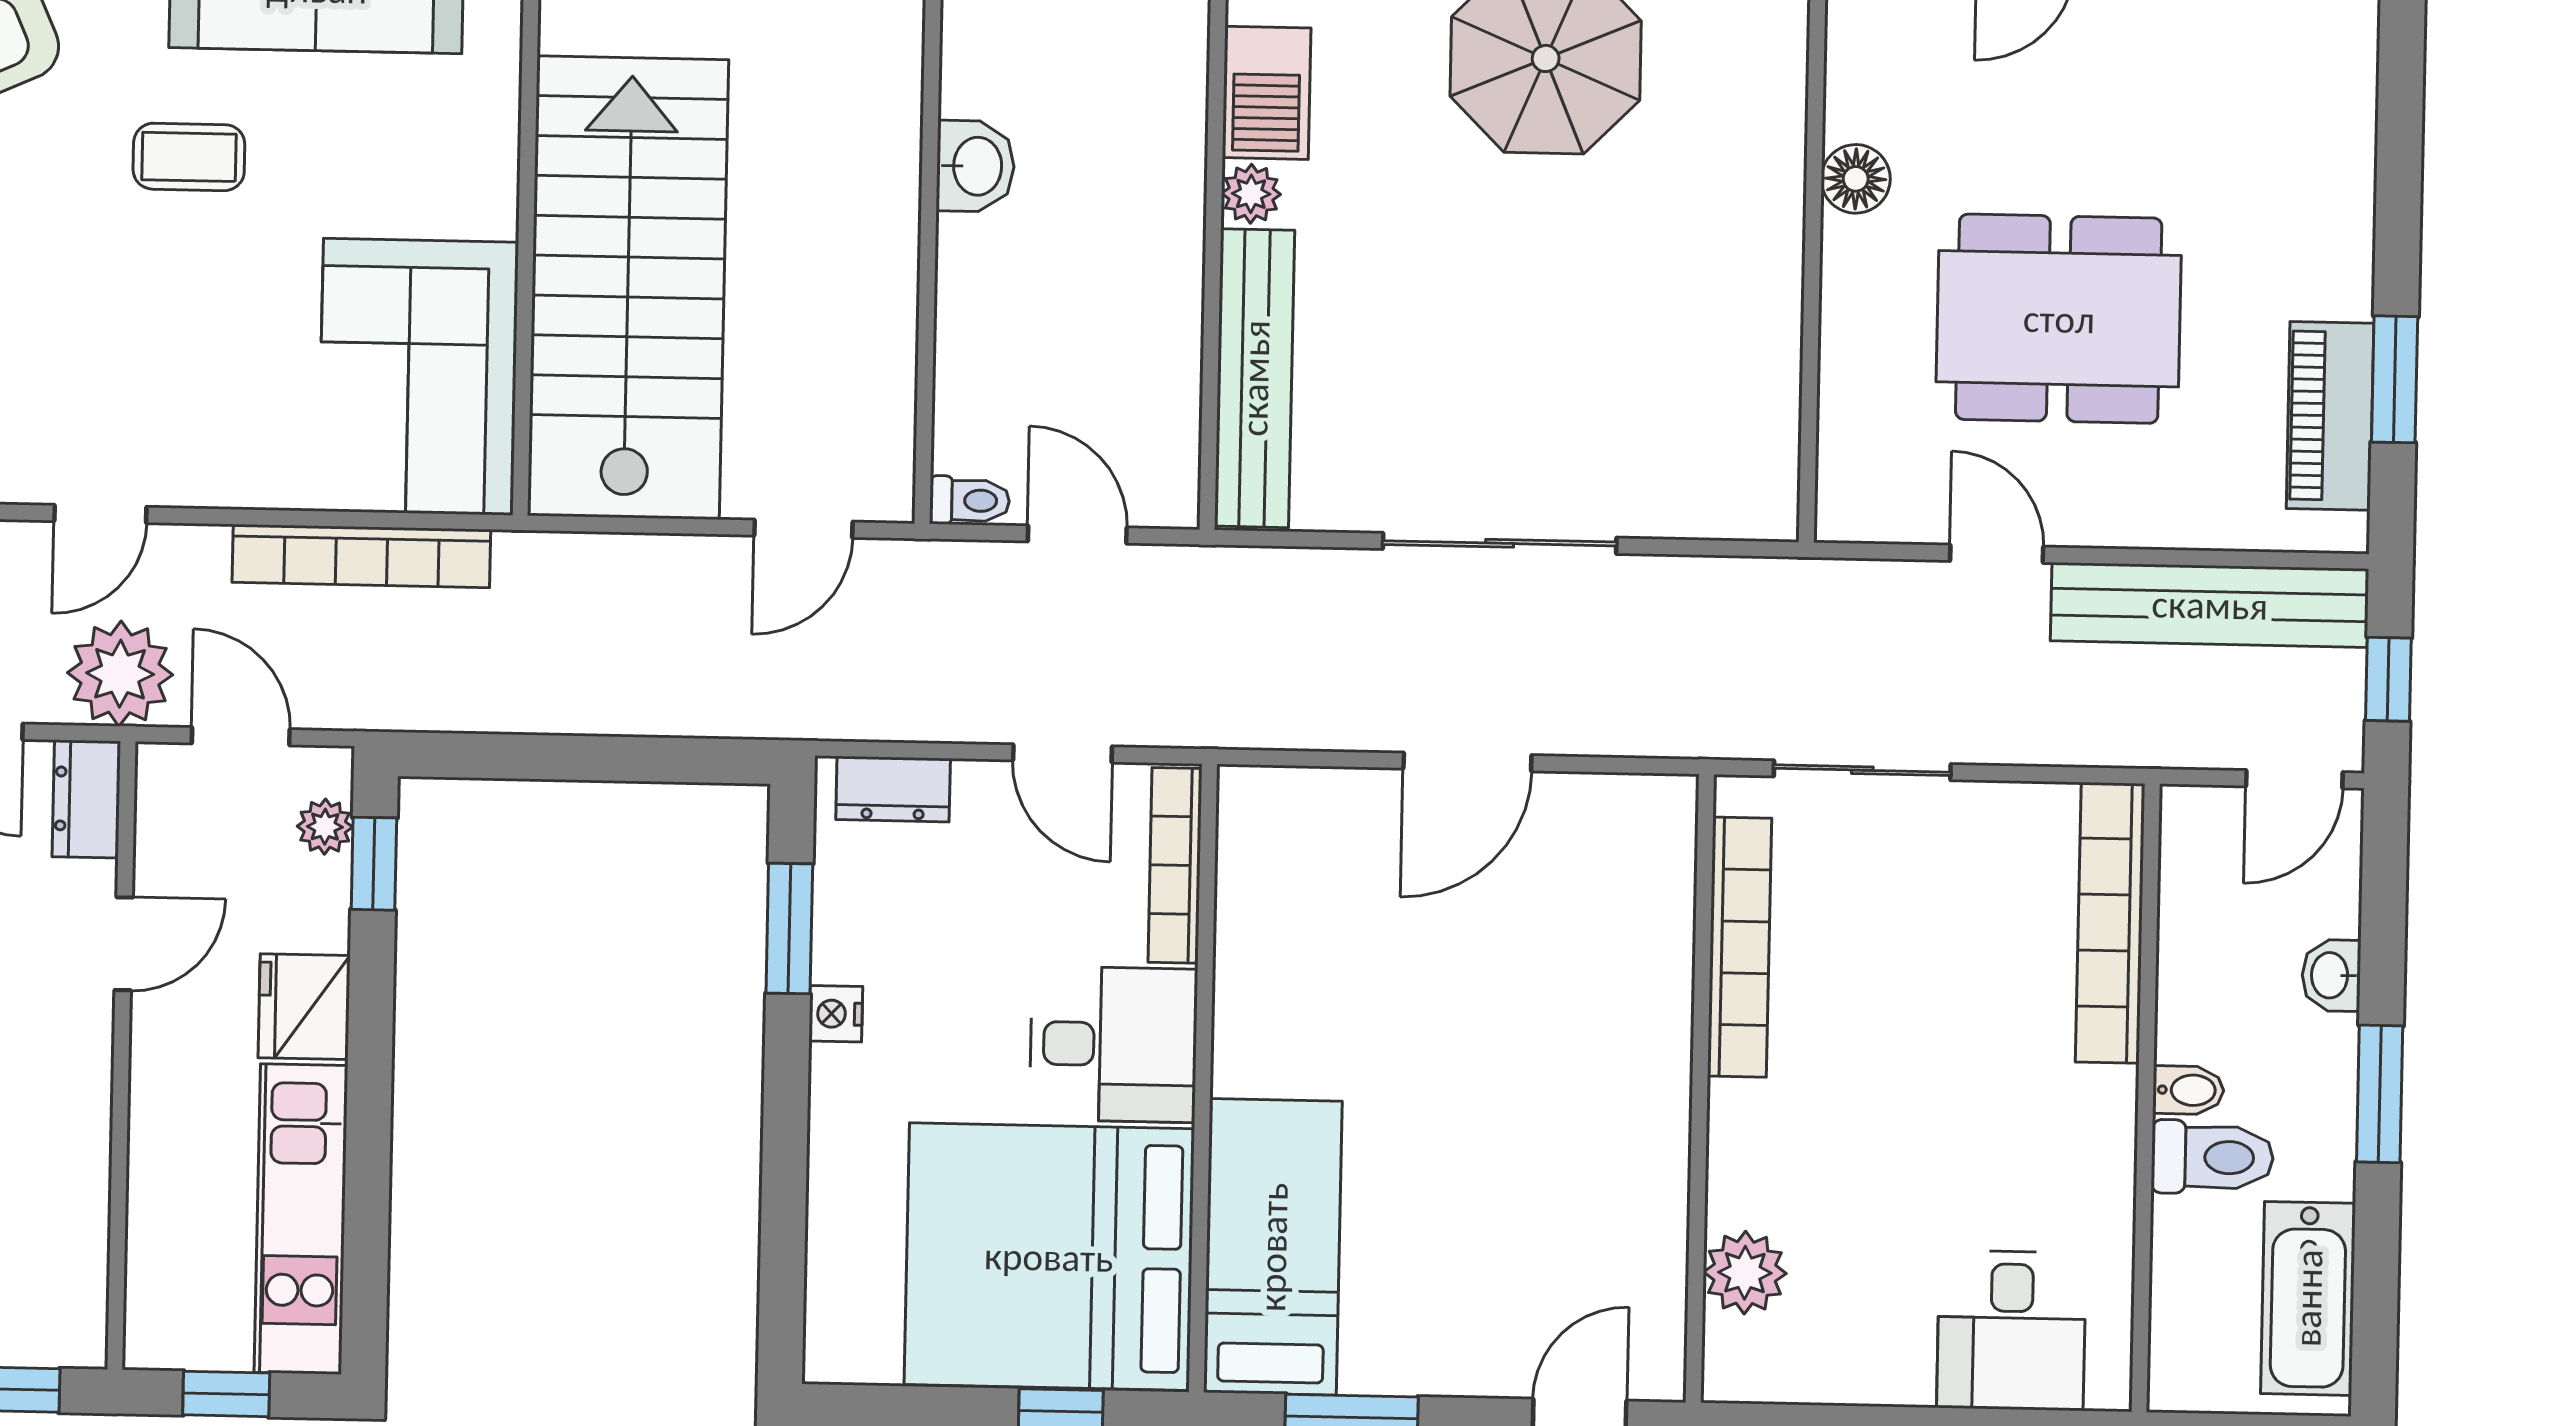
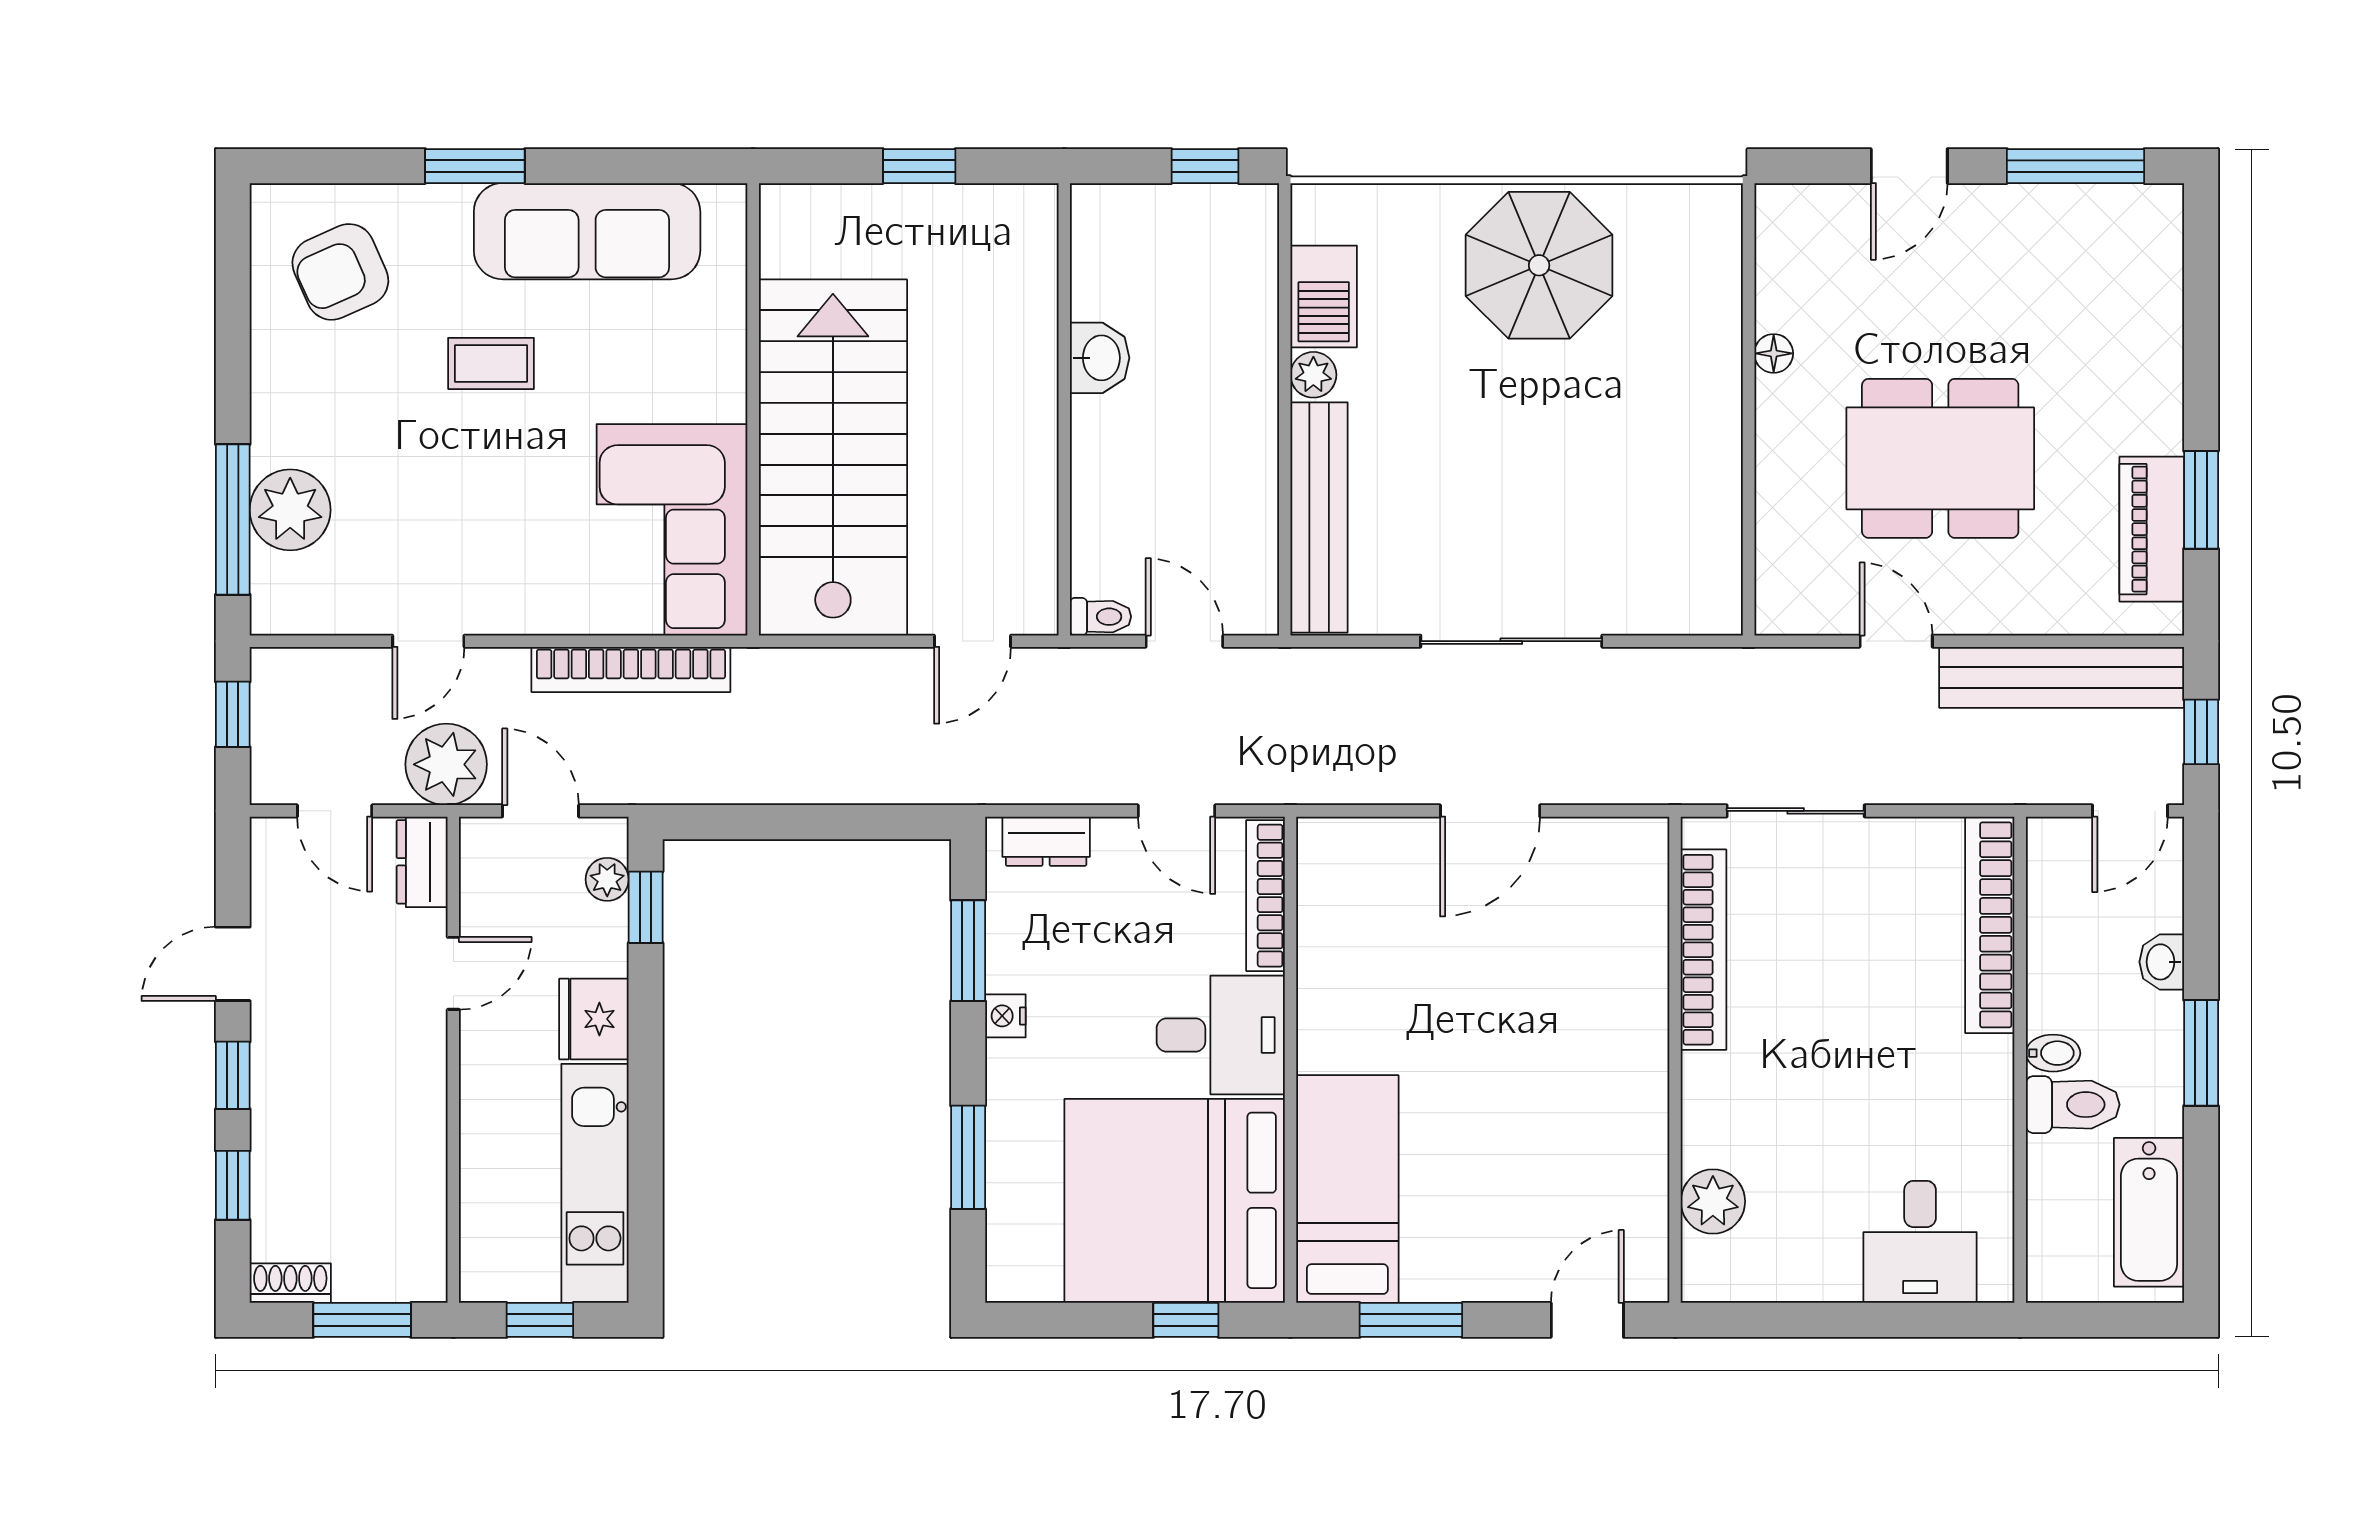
floor lamp: (1856, 179) -> (1774, 353), width x0.73, depth x0.73
window: (784, 1195) -> (968, 1157), added

